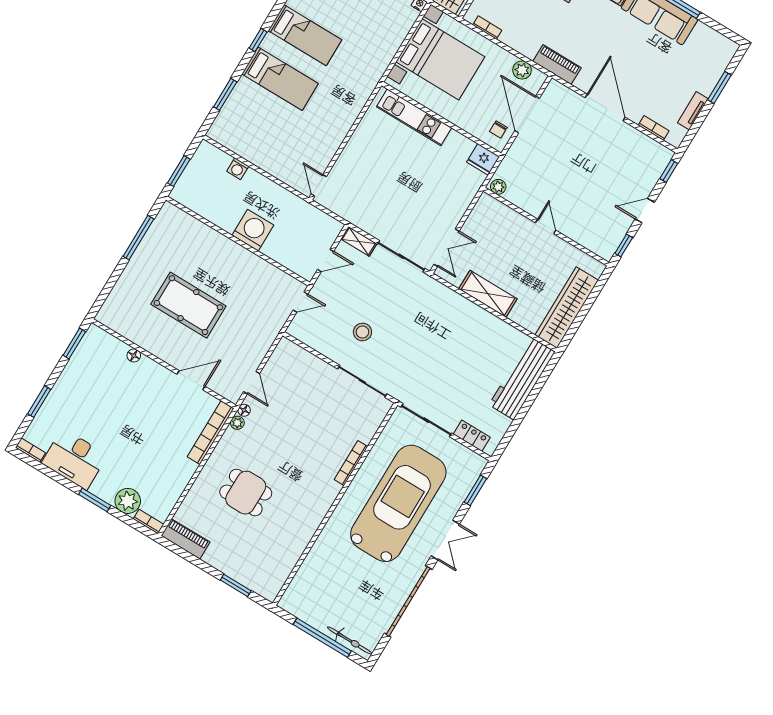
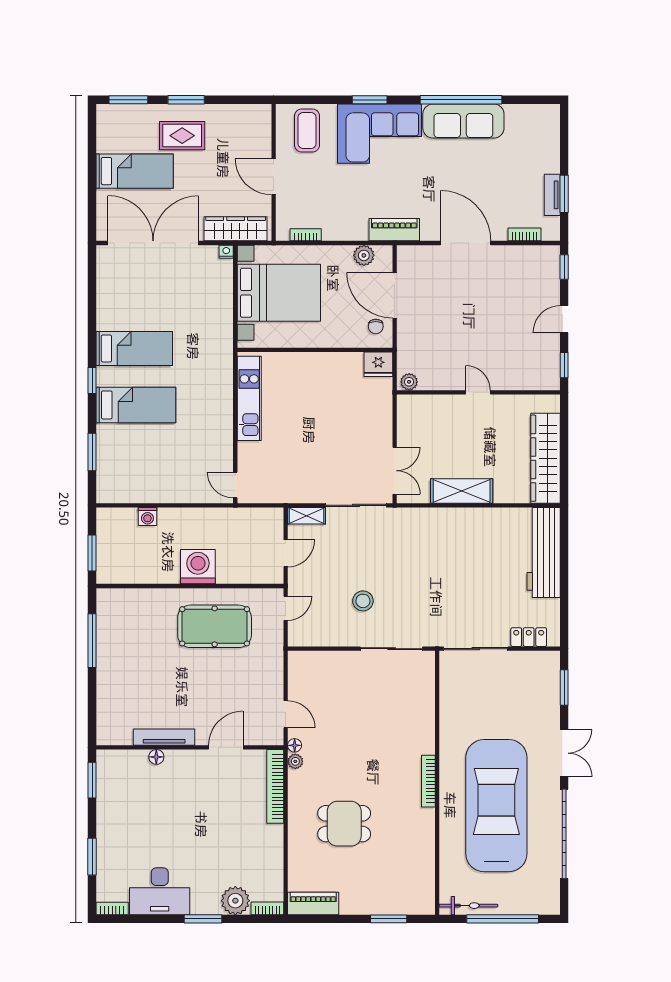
window: (719, 88) -> (564, 194), moved
kitchen unit: (414, 117) -> (249, 398), moved, turned -90
pool table: (188, 305) -> (215, 626), moved
tv unit: (149, 344) -> (164, 737), added
bookcase: (351, 463) -> (428, 781), moved
car: (398, 503) -> (496, 806), moved
bicycle: (350, 641) -> (468, 906), moved

